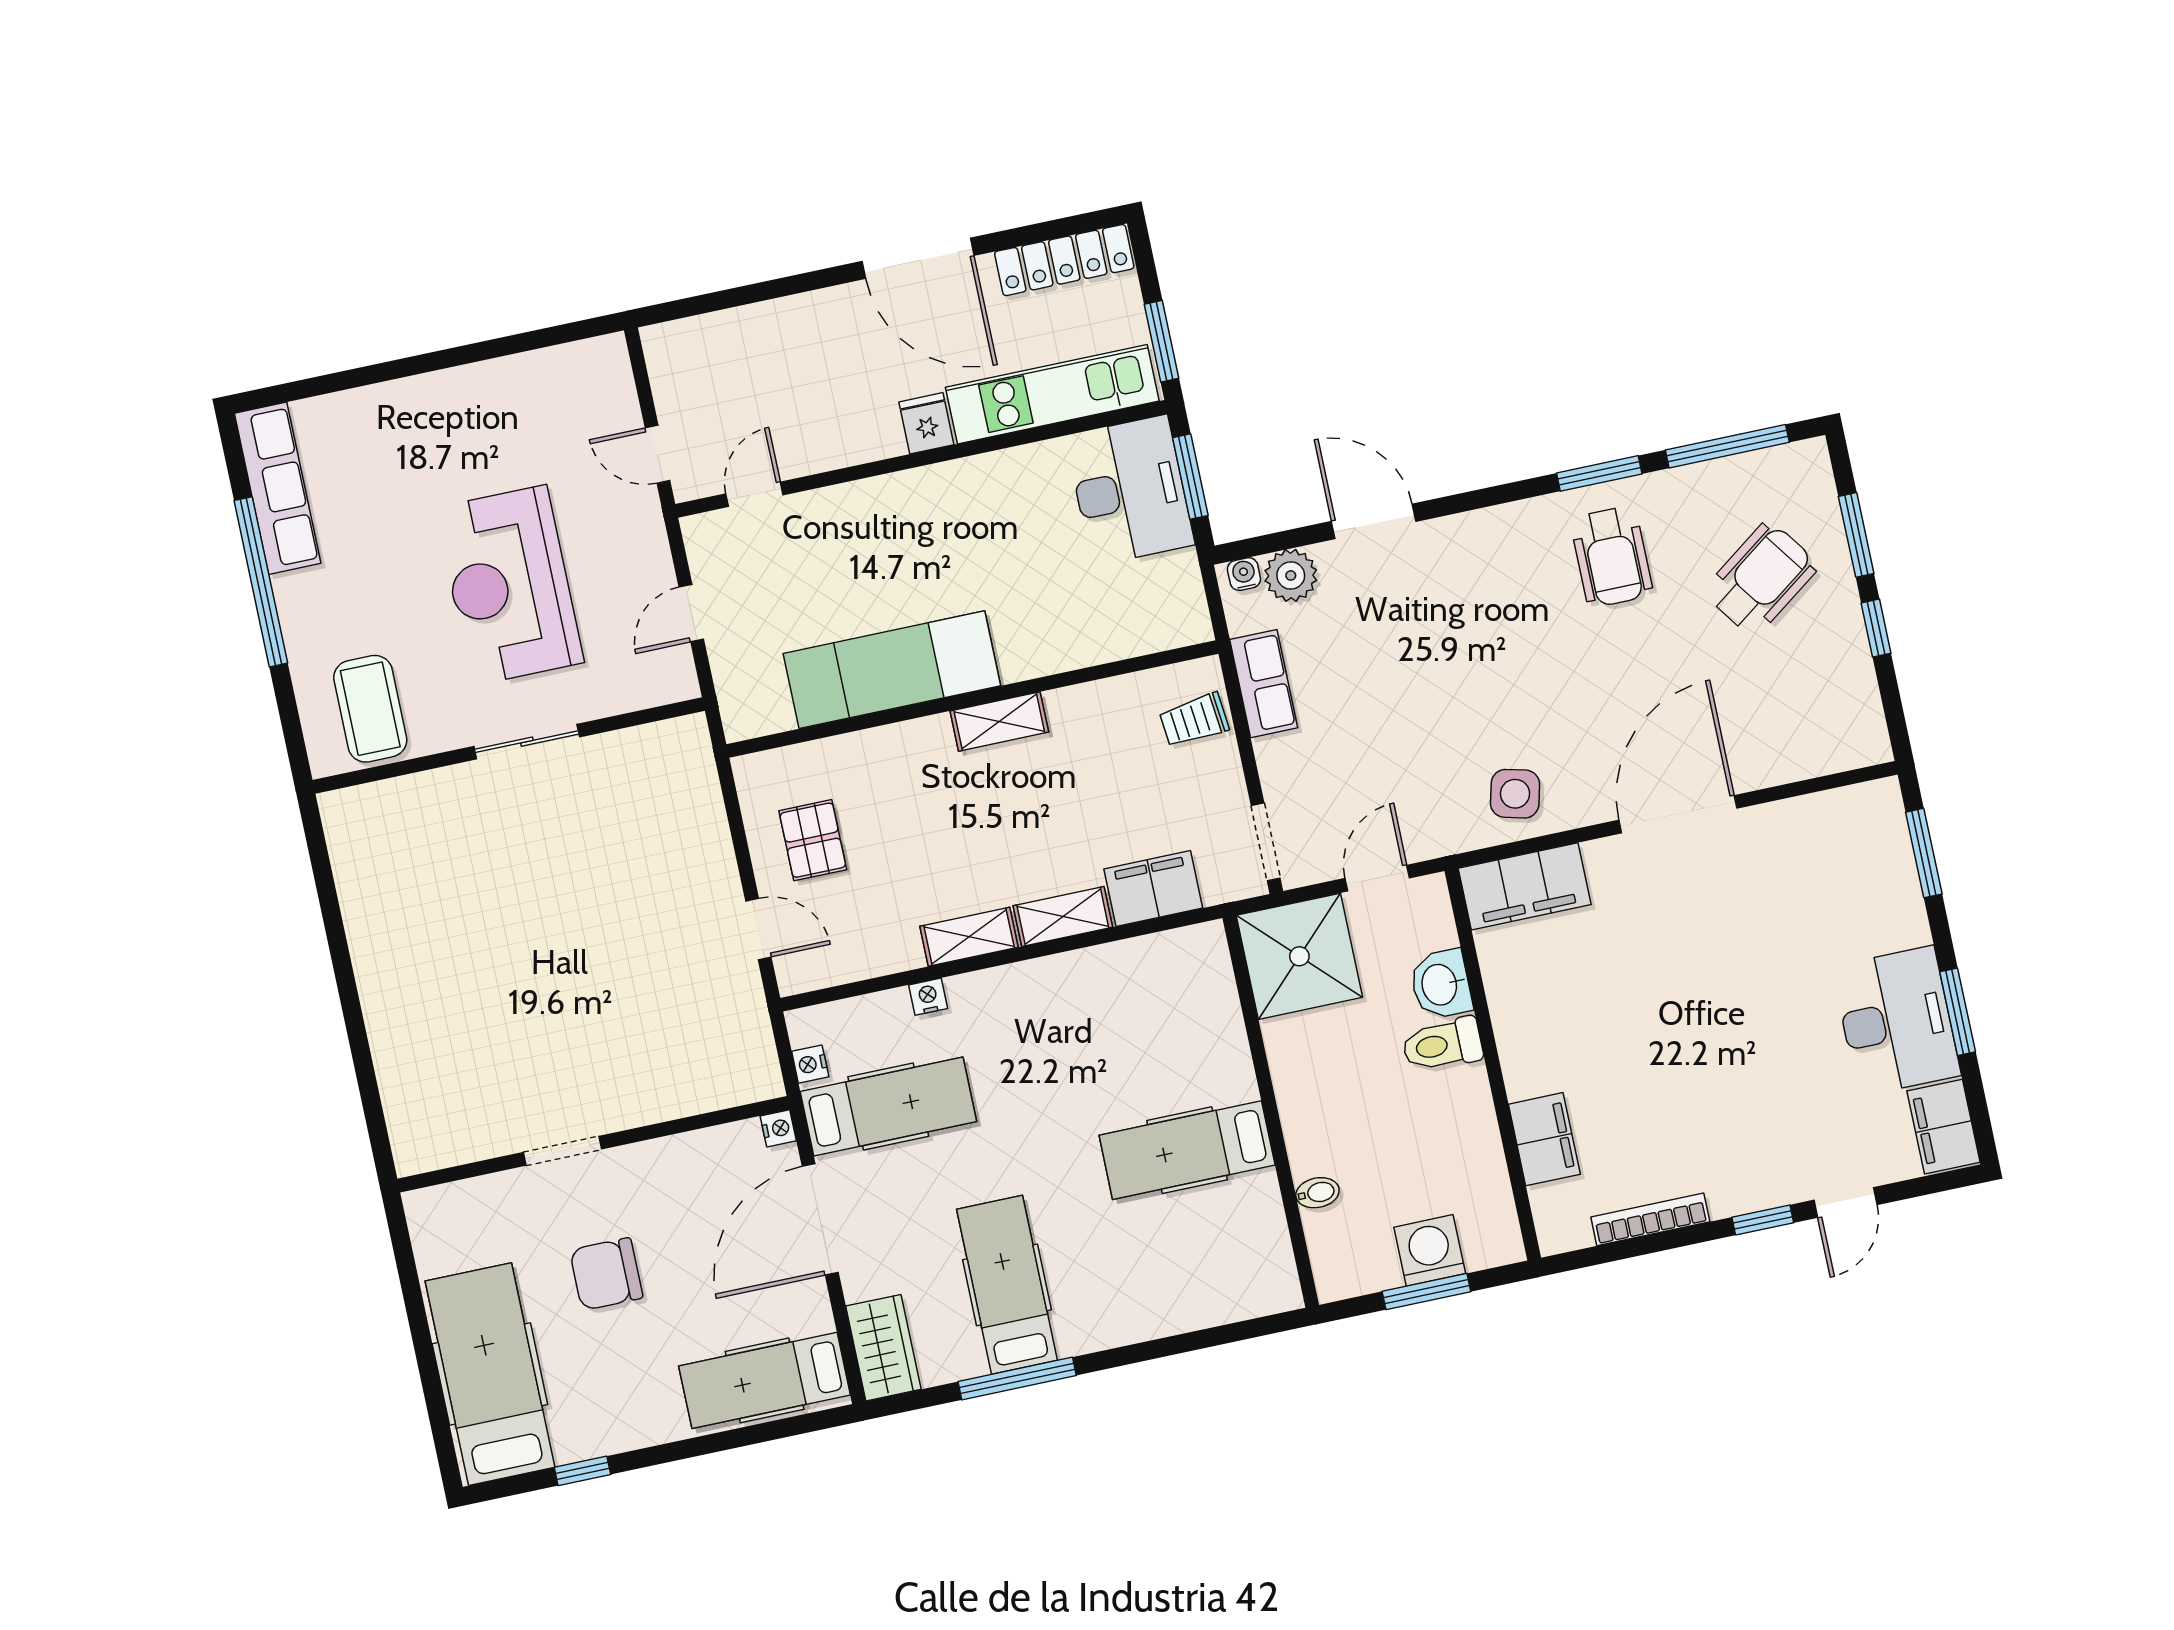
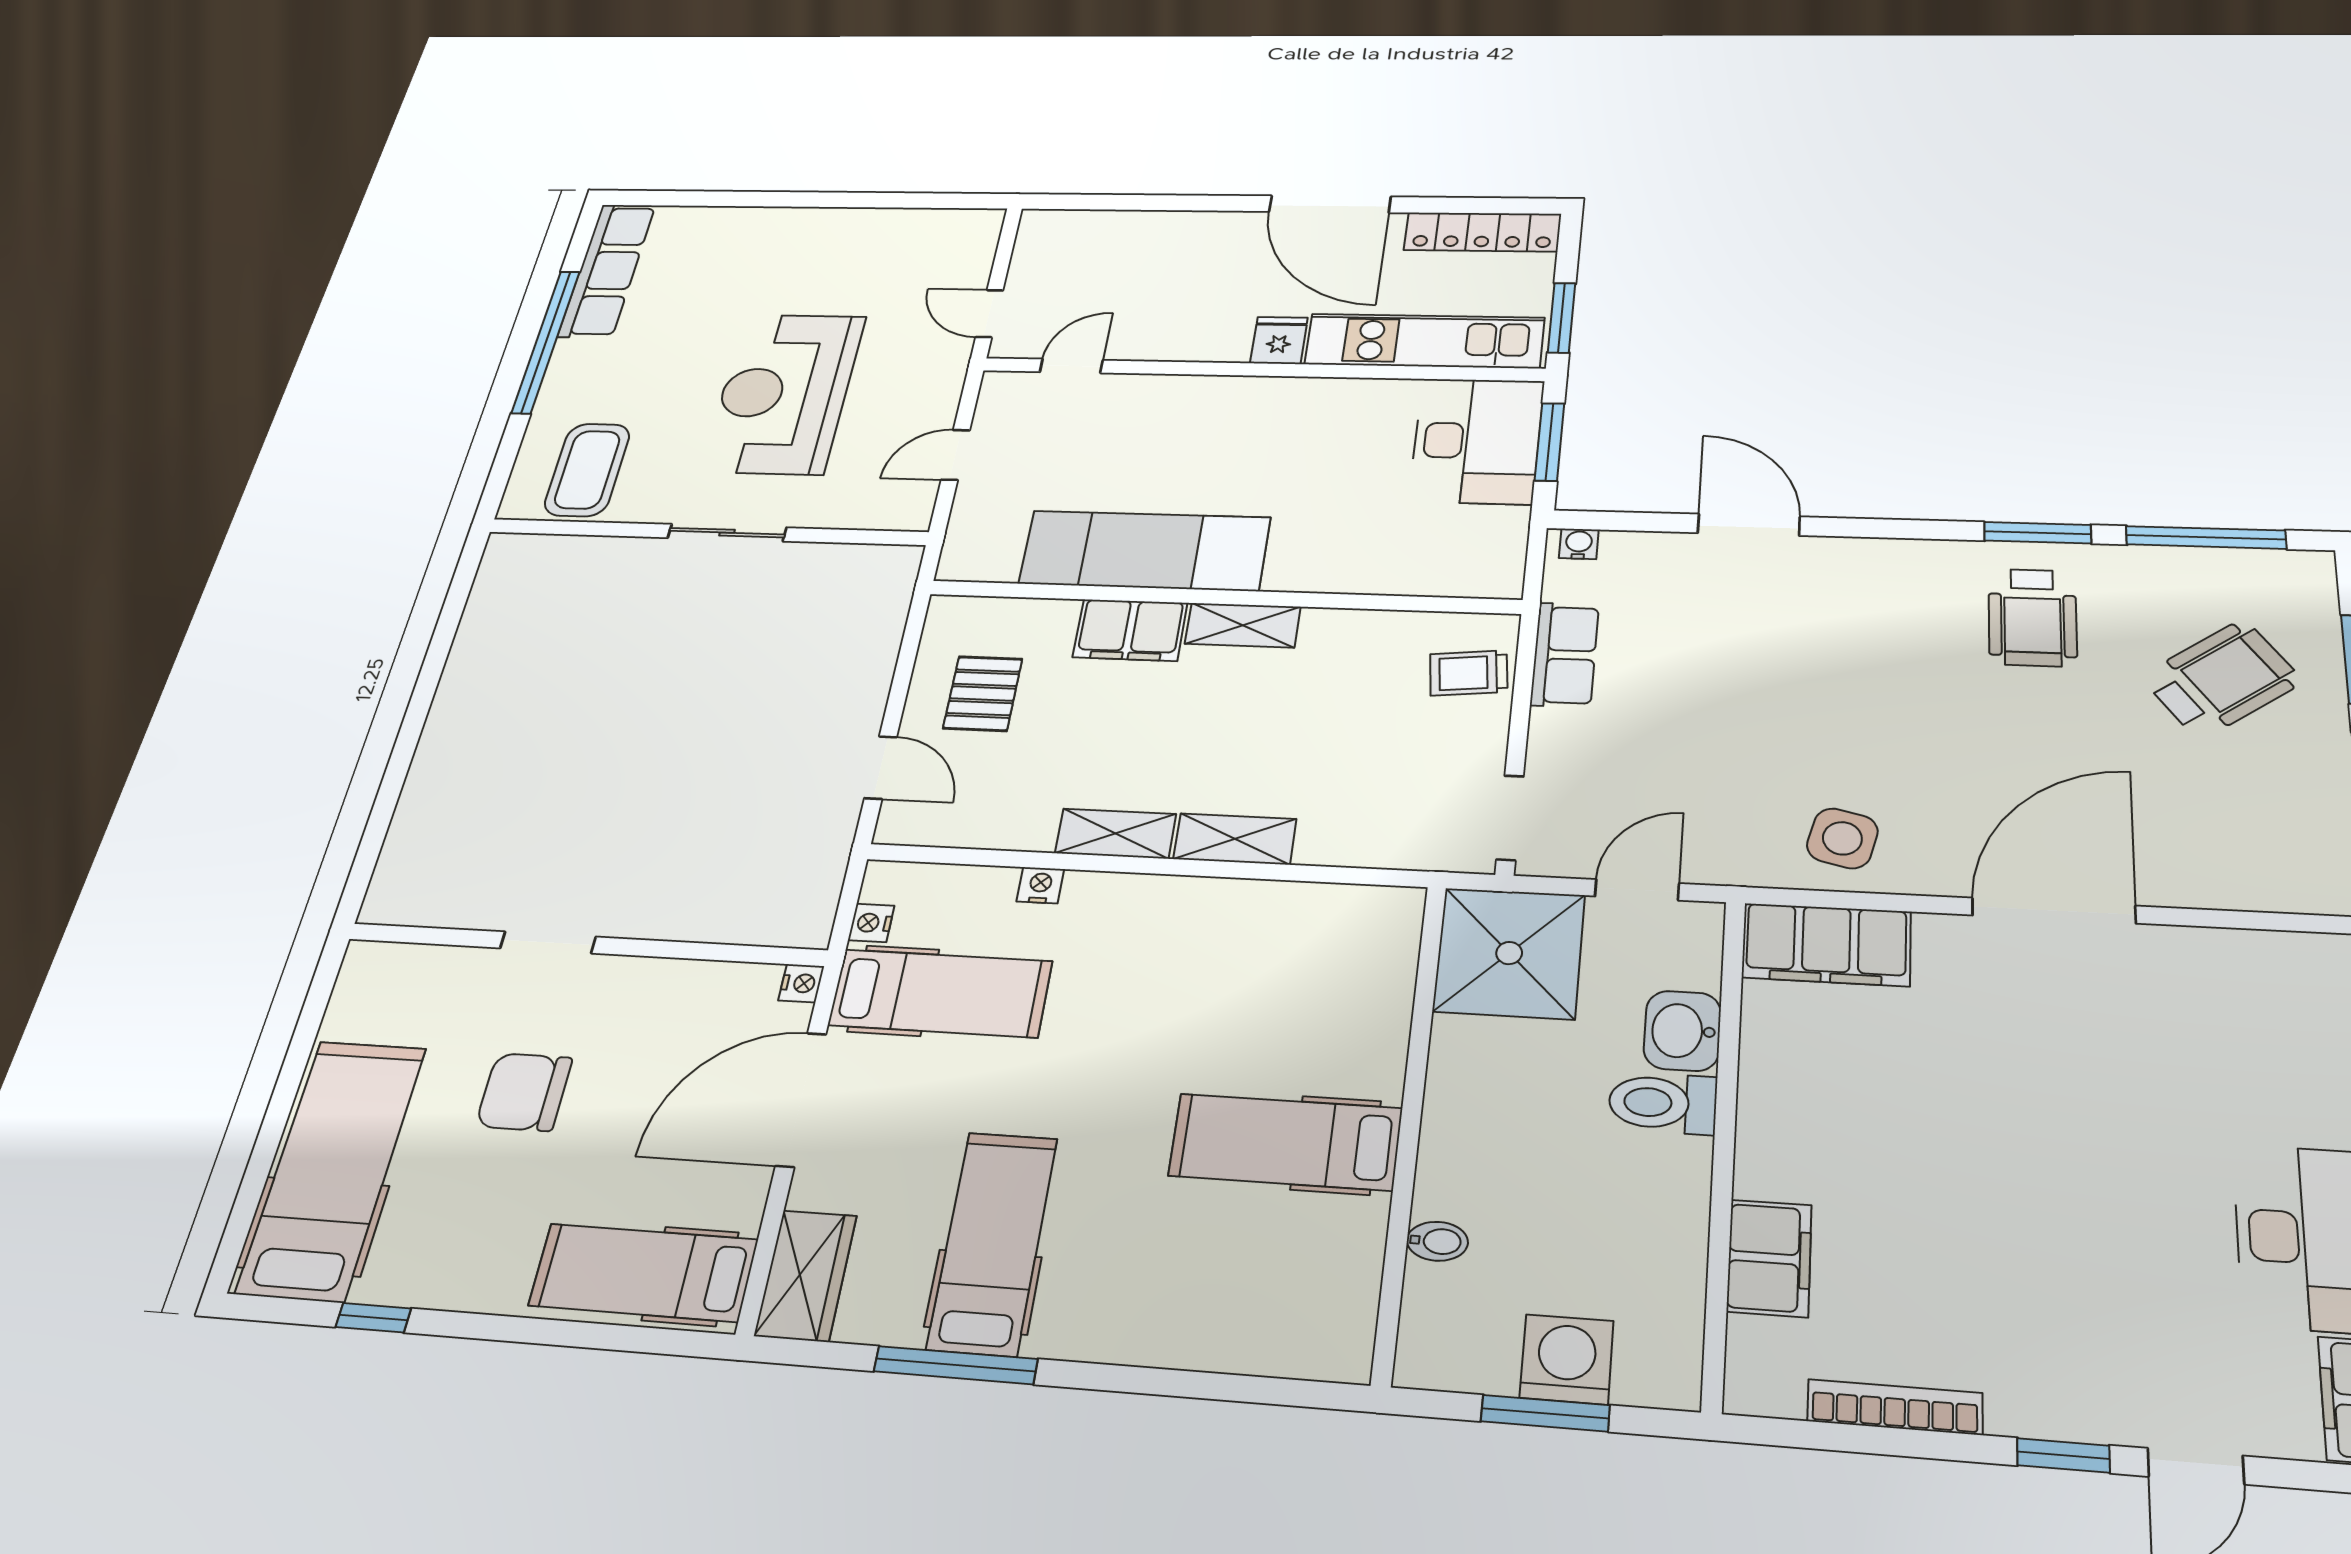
plant: (1291, 575) -> (1633, 556), removed
filing cabinet: (1153, 889) -> (1130, 630), moved, turned 180

